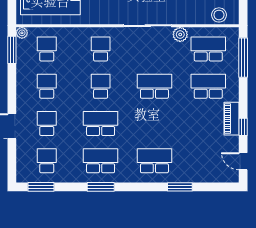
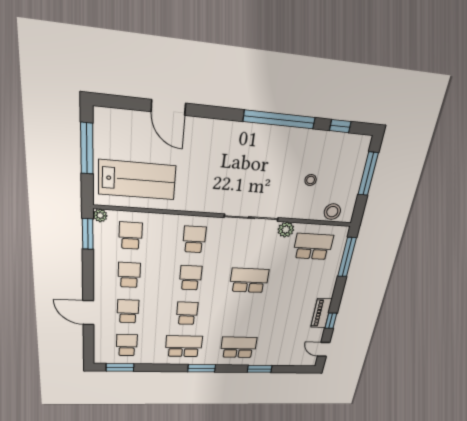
school desk: (208, 86) -> (305, 283), removed
school desk: (101, 124) -> (187, 313), width x0.54
window: (101, 187) -> (202, 368), moved

